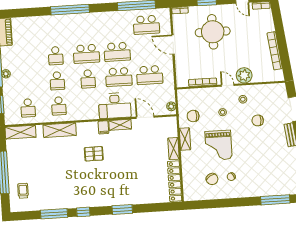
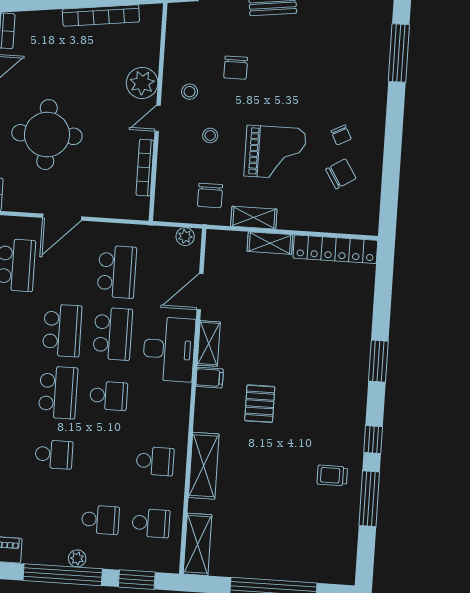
school desk: (57, 81) -> (100, 520), moved
trolley: (23, 191) -> (332, 475), moved

